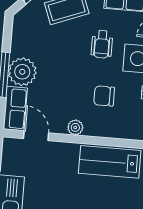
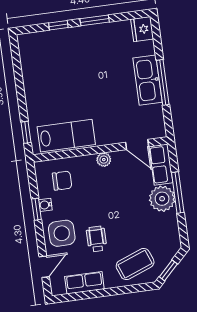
chair: (104, 96) -> (62, 181), moved

